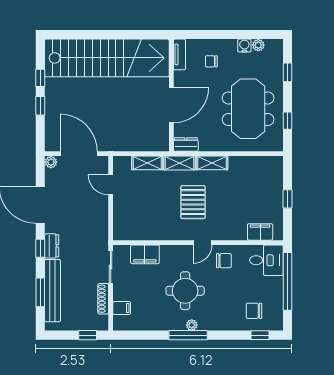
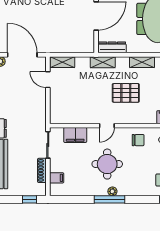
dresser: (186, 145) -> (112, 47), width x1.44
shelving: (147, 163) -> (62, 62), moved
shelving: (212, 163) -> (142, 62), moved
pallet: (193, 202) -> (126, 93), moved, turned 90
door: (202, 243) -> (107, 126), moved

